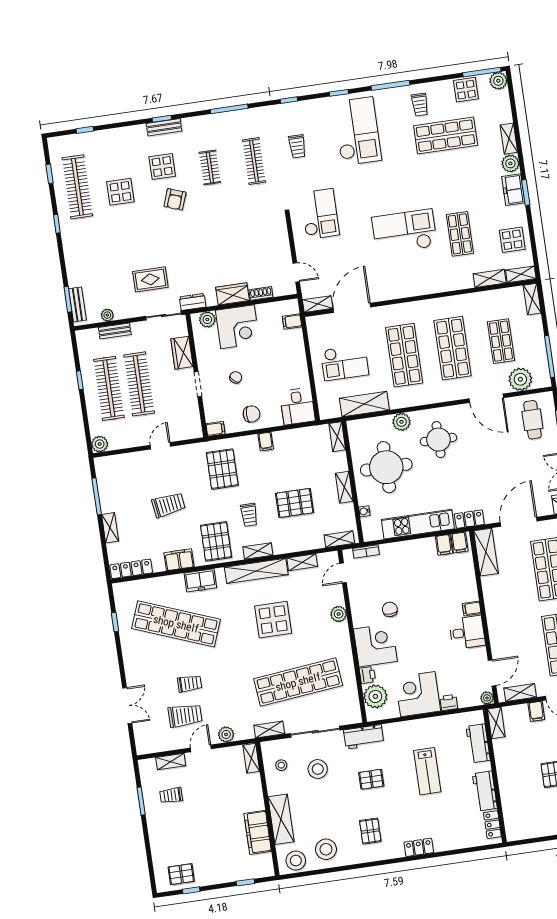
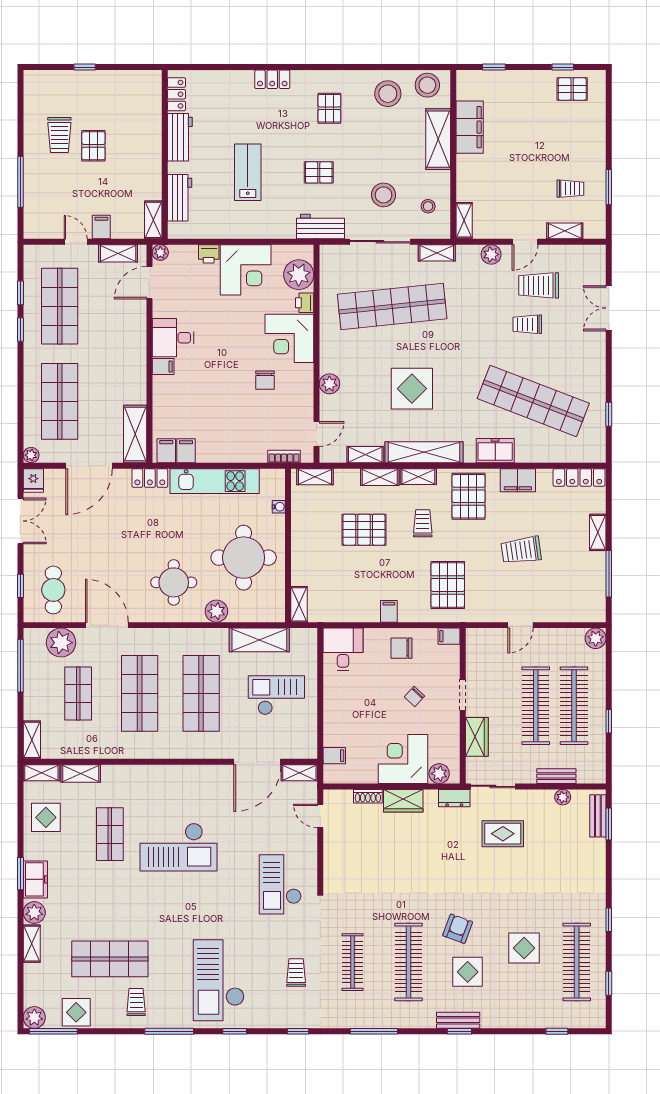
clothes rail: (210, 167) -> (408, 962), width x1.86, depth x1.31
shelving: (344, 487) -> (380, 477), moved, turned 90

